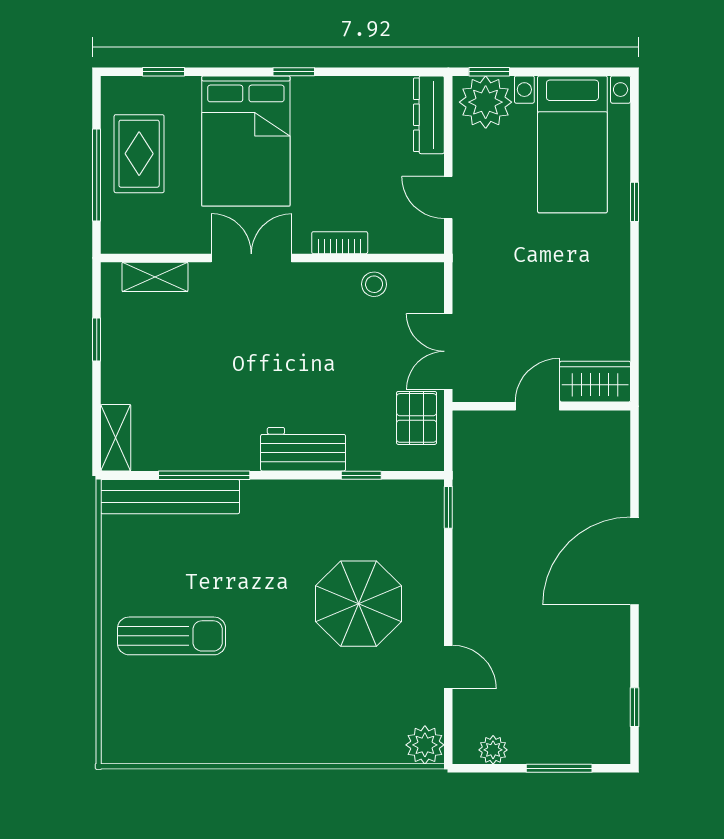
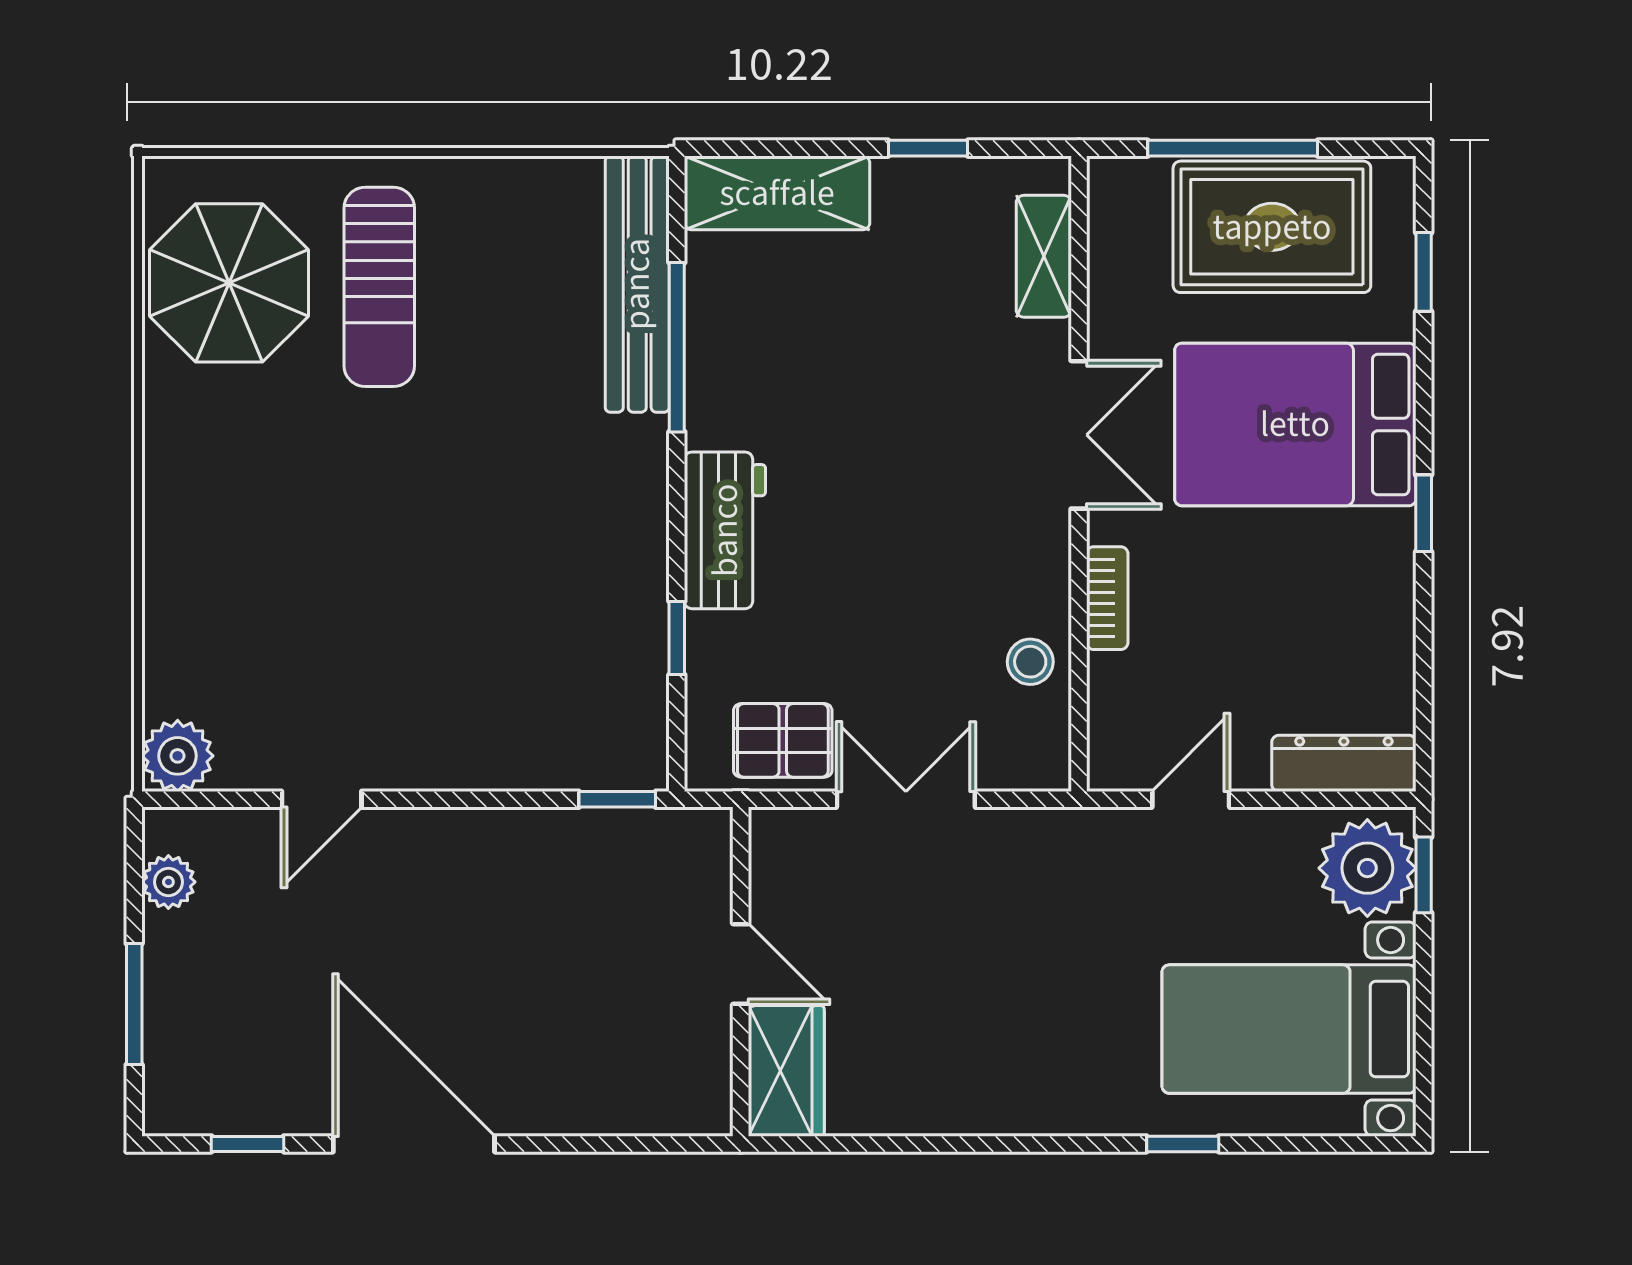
rug: (139, 154) -> (1272, 227), width x1.36, depth x1.43
wardrobe: (595, 382) -> (786, 1071), moved
door: (537, 406) -> (741, 964), moved
wall: (541, 406) -> (741, 972), moved
shelving: (116, 438) -> (777, 193), width x1.50, depth x1.33
door: (635, 561) -> (414, 1144), moved
parasol: (358, 604) -> (229, 283), moved

